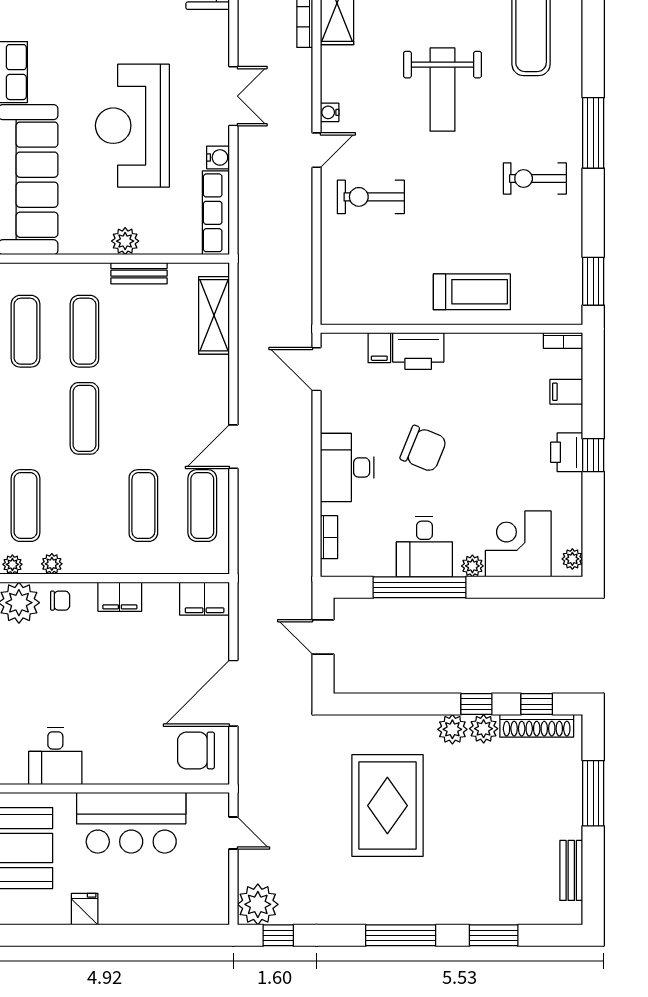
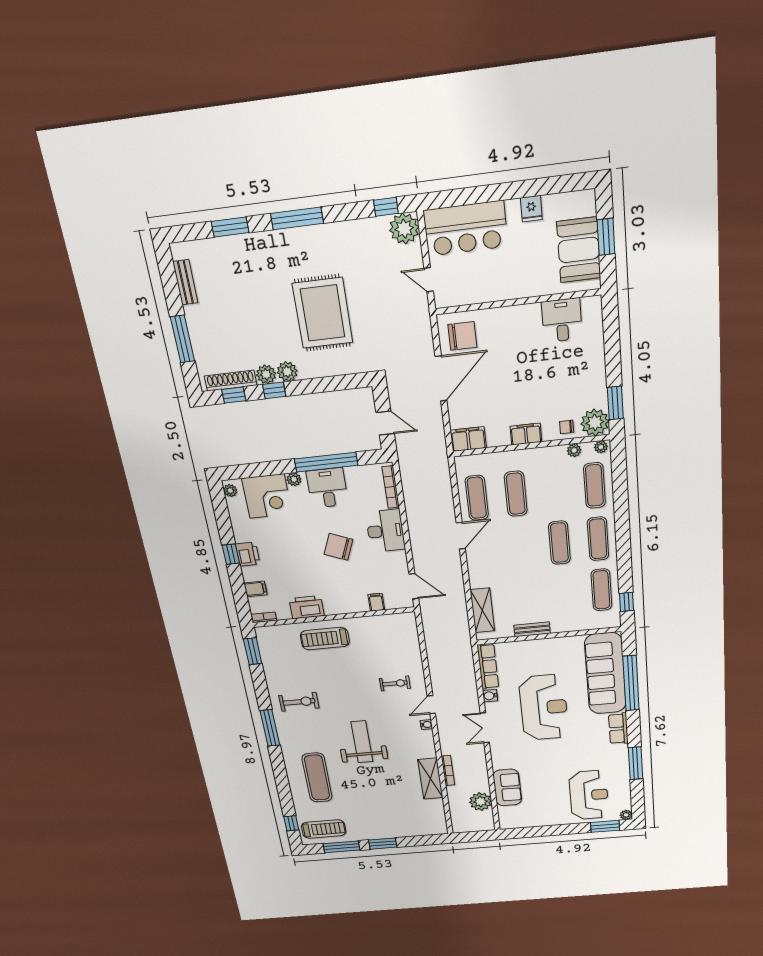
exercise bike: (371, 197) -> (395, 683), width x0.73, depth x0.72
plant: (125, 241) -> (542, 646), removed
exercise mat: (84, 331) -> (598, 539), moved
printer: (418, 351) -> (307, 607), moved
bookcase: (329, 537) -> (391, 487), width x1.56
bar counter: (131, 823) -> (466, 228), moved, turned 180

